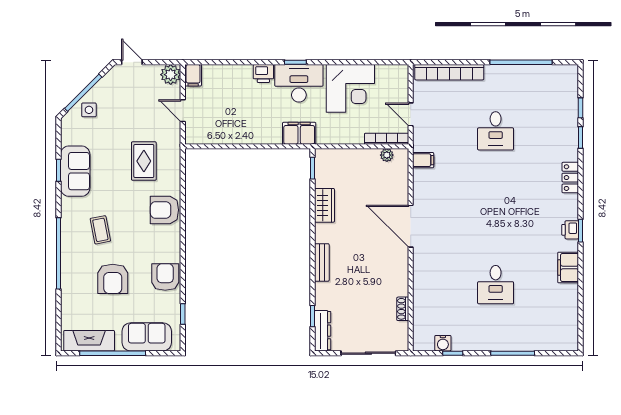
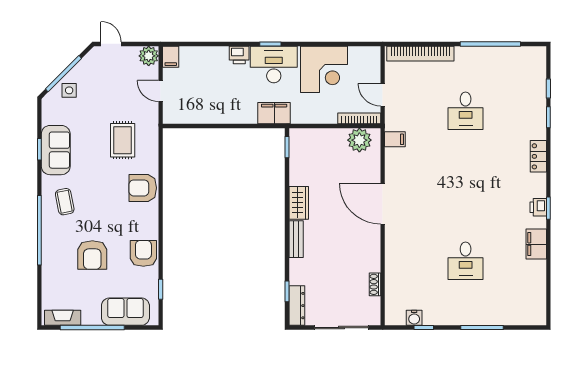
plant: (387, 155) -> (359, 140), width x1.88, depth x1.88
wardrobe: (324, 205) -> (299, 203), moved
coffee table: (100, 230) -> (65, 202), moved
fireplace: (89, 341) -> (63, 318), width x0.73, depth x0.76

